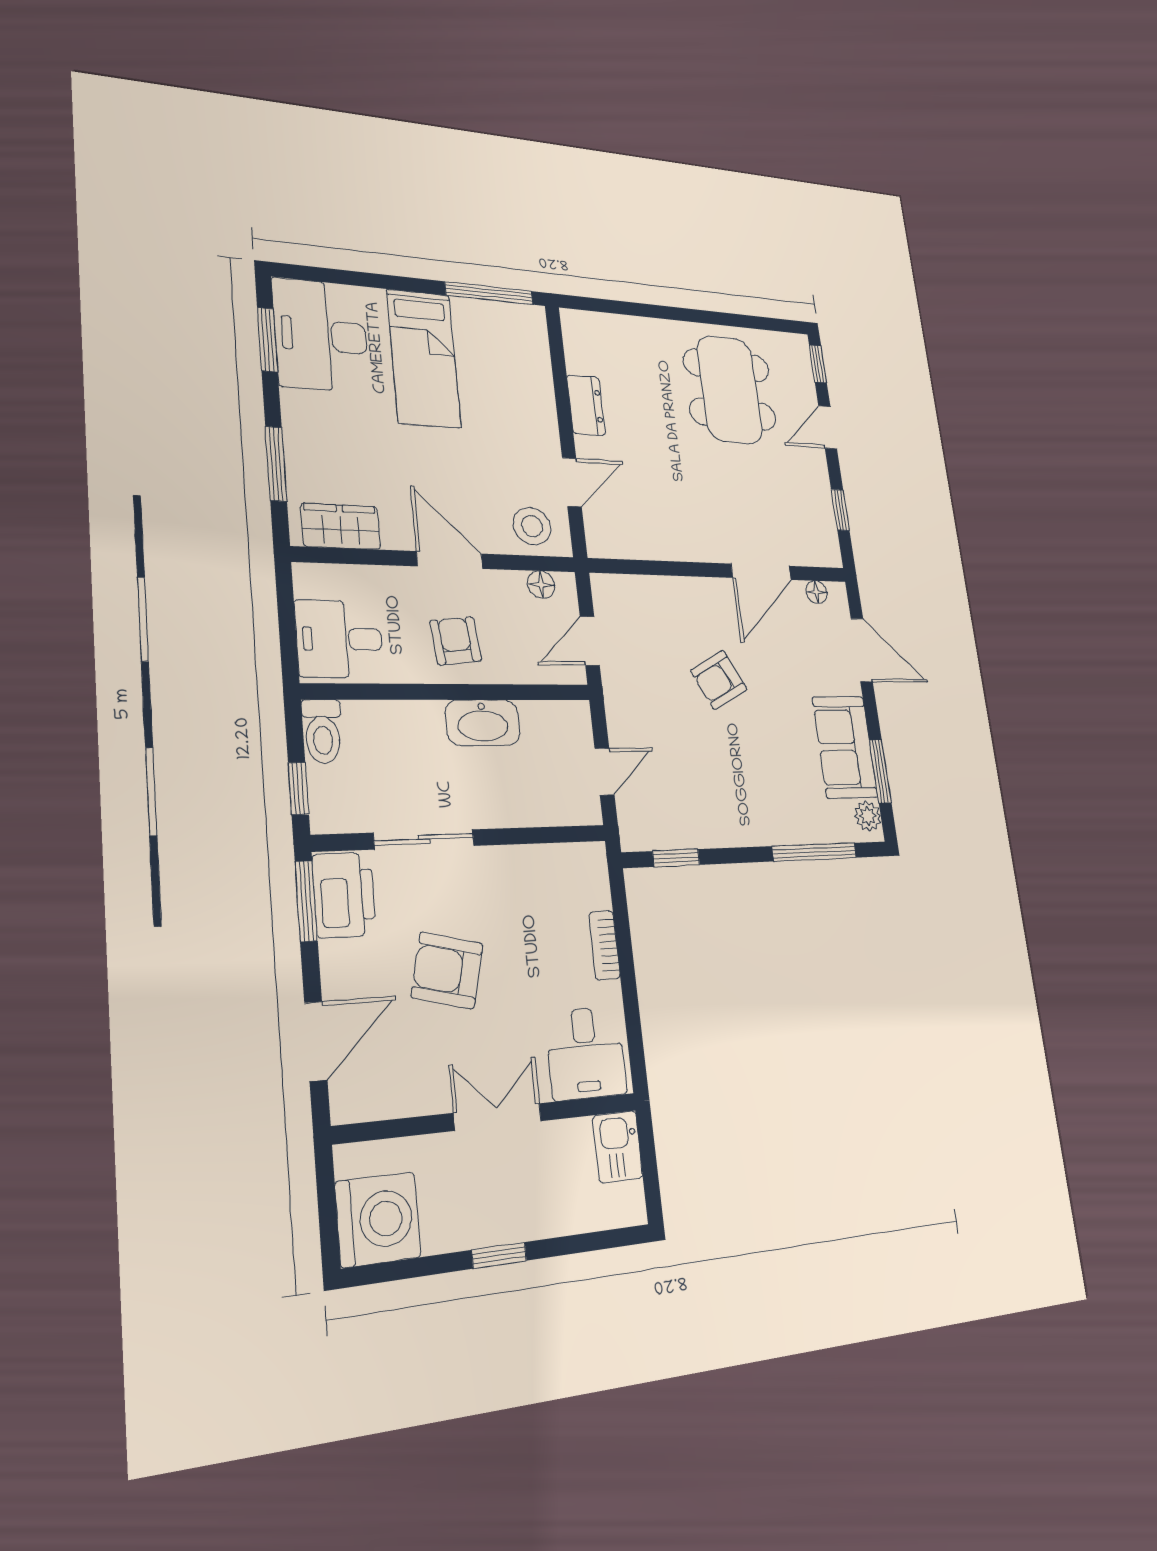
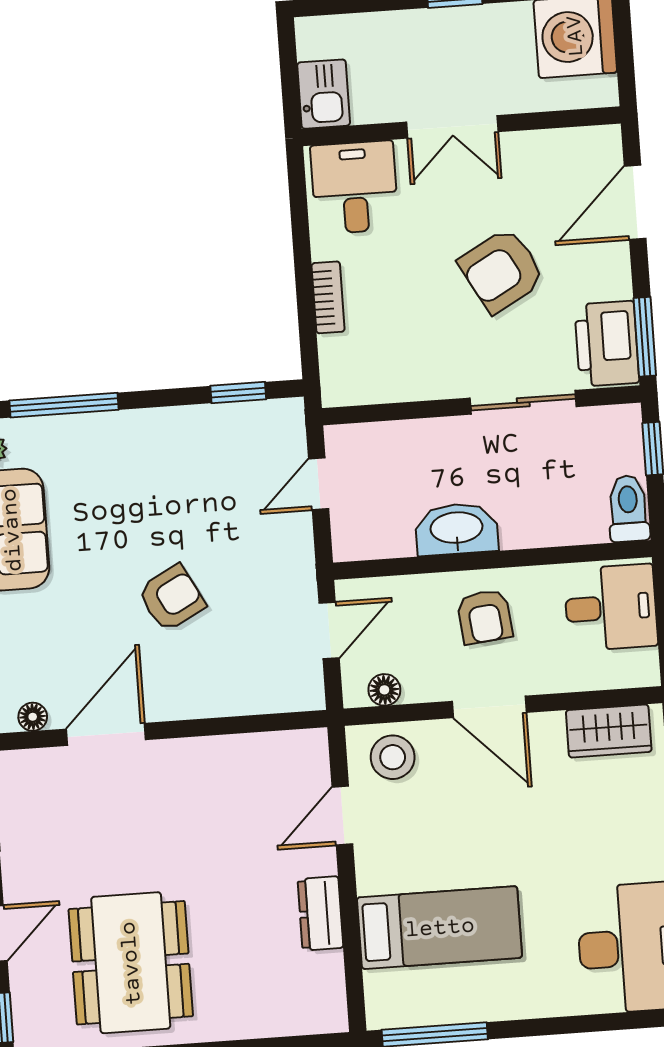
bed: (424, 359) -> (440, 928), moved, turned 90
armchair: (447, 970) -> (502, 270), turned 137

